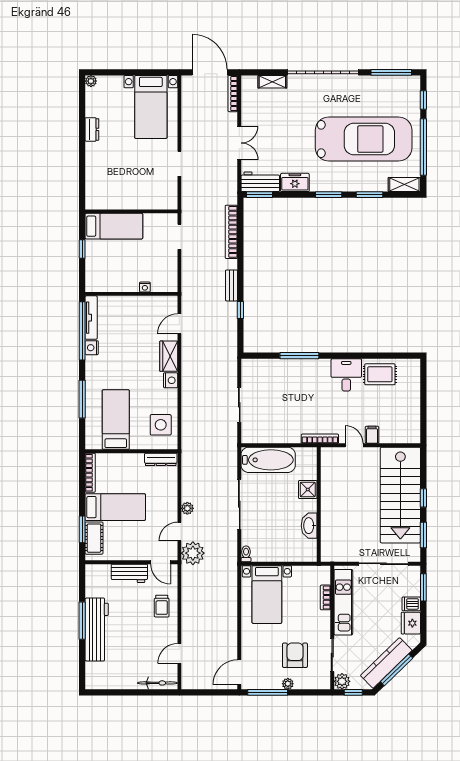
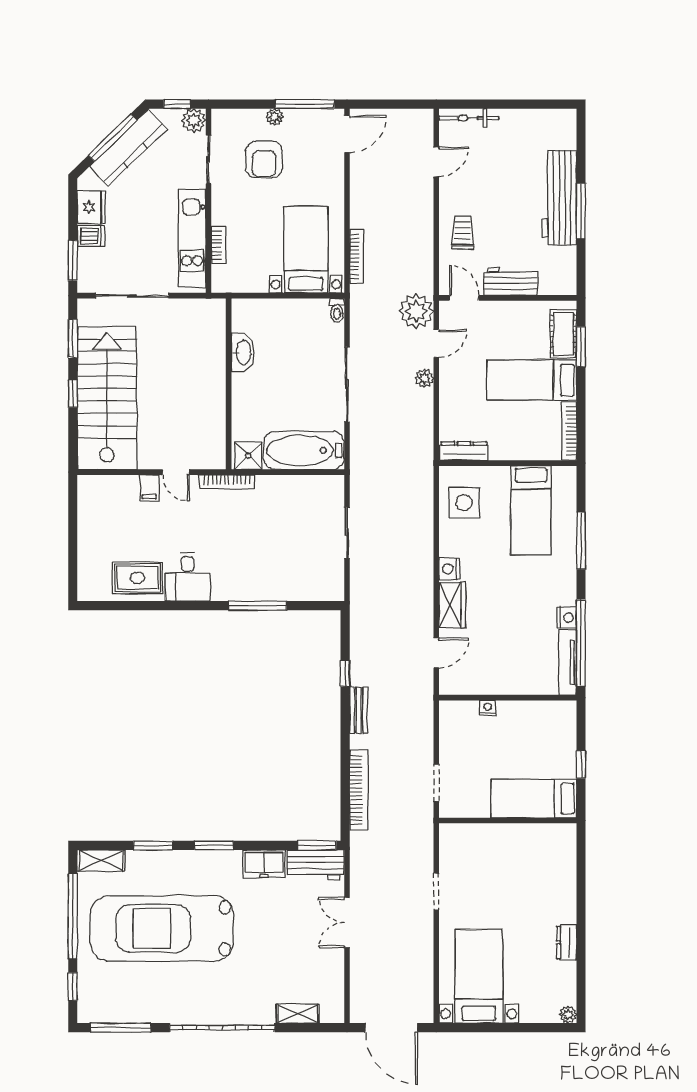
bookcase: (233, 94) -> (357, 256), moved
shower: (308, 490) -> (248, 456), moved

